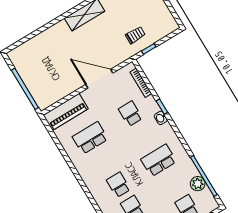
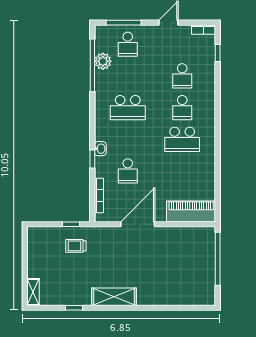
door: (99, 79) -> (138, 224), swing flipped
school desk: (90, 138) -> (182, 139), moved

